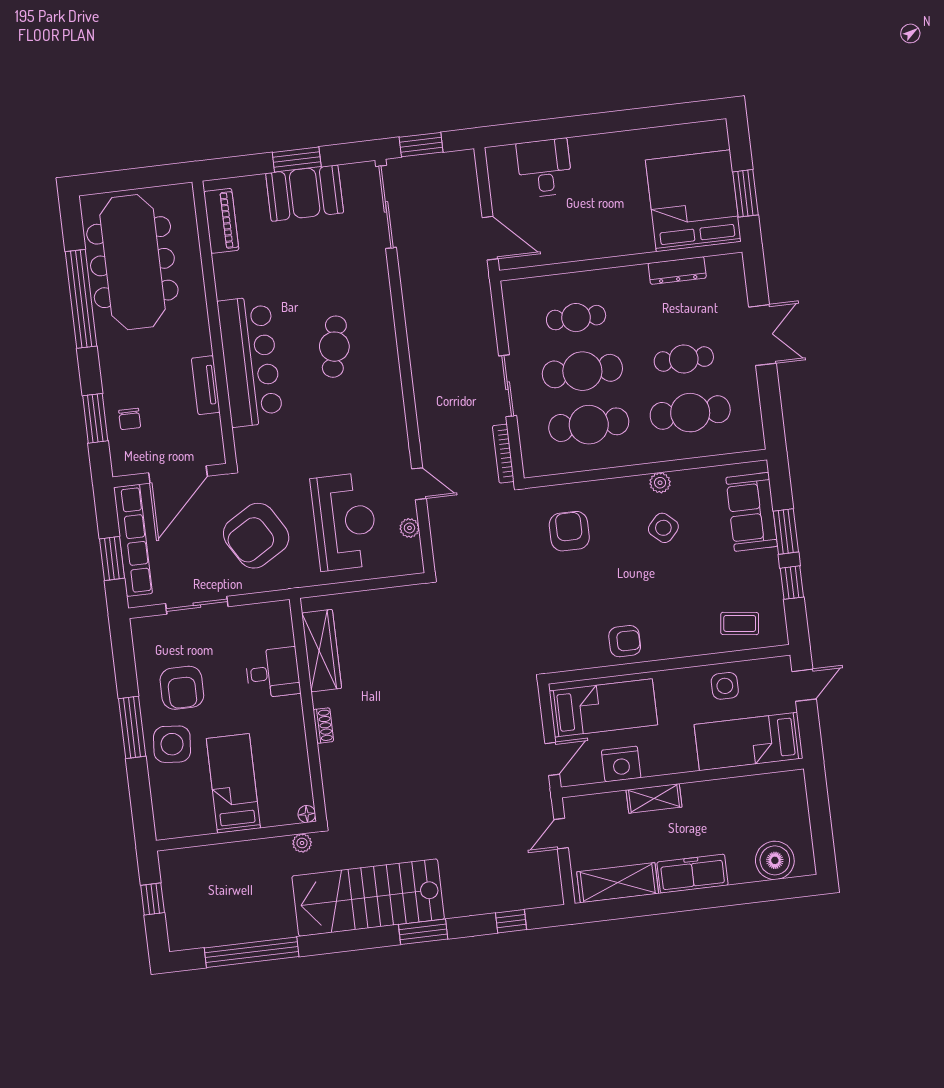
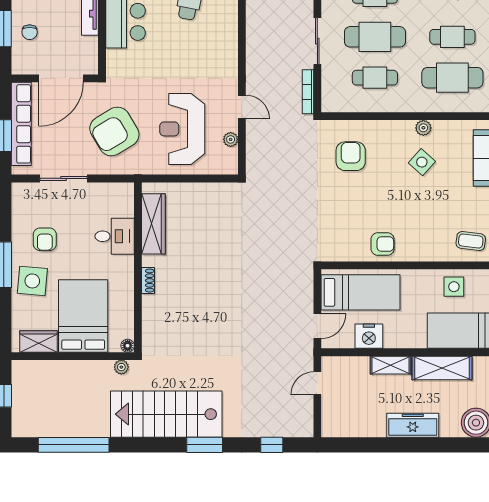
cafe table: (589, 425) -> (375, 78), width x0.73, depth x0.74
reception desk: (345, 522) -> (182, 129), turned 180
armchair: (182, 688) -> (45, 239), width x0.72, depth x0.72
bed: (233, 783) -> (83, 316), width x1.50
wardrobe: (190, 822) -> (38, 341), added
shelving: (618, 883) -> (442, 368), moved

